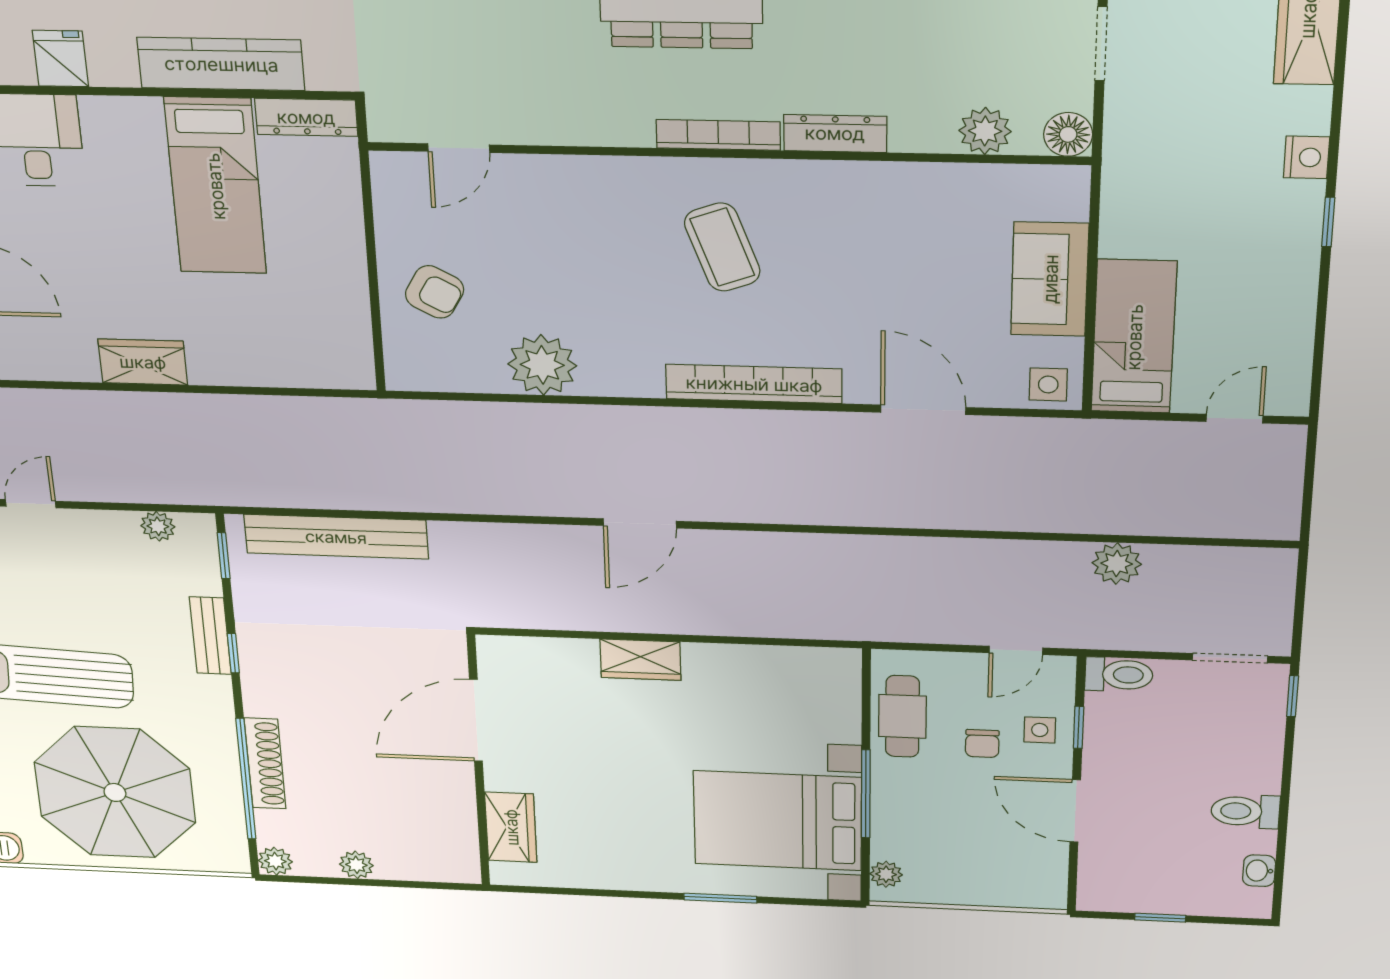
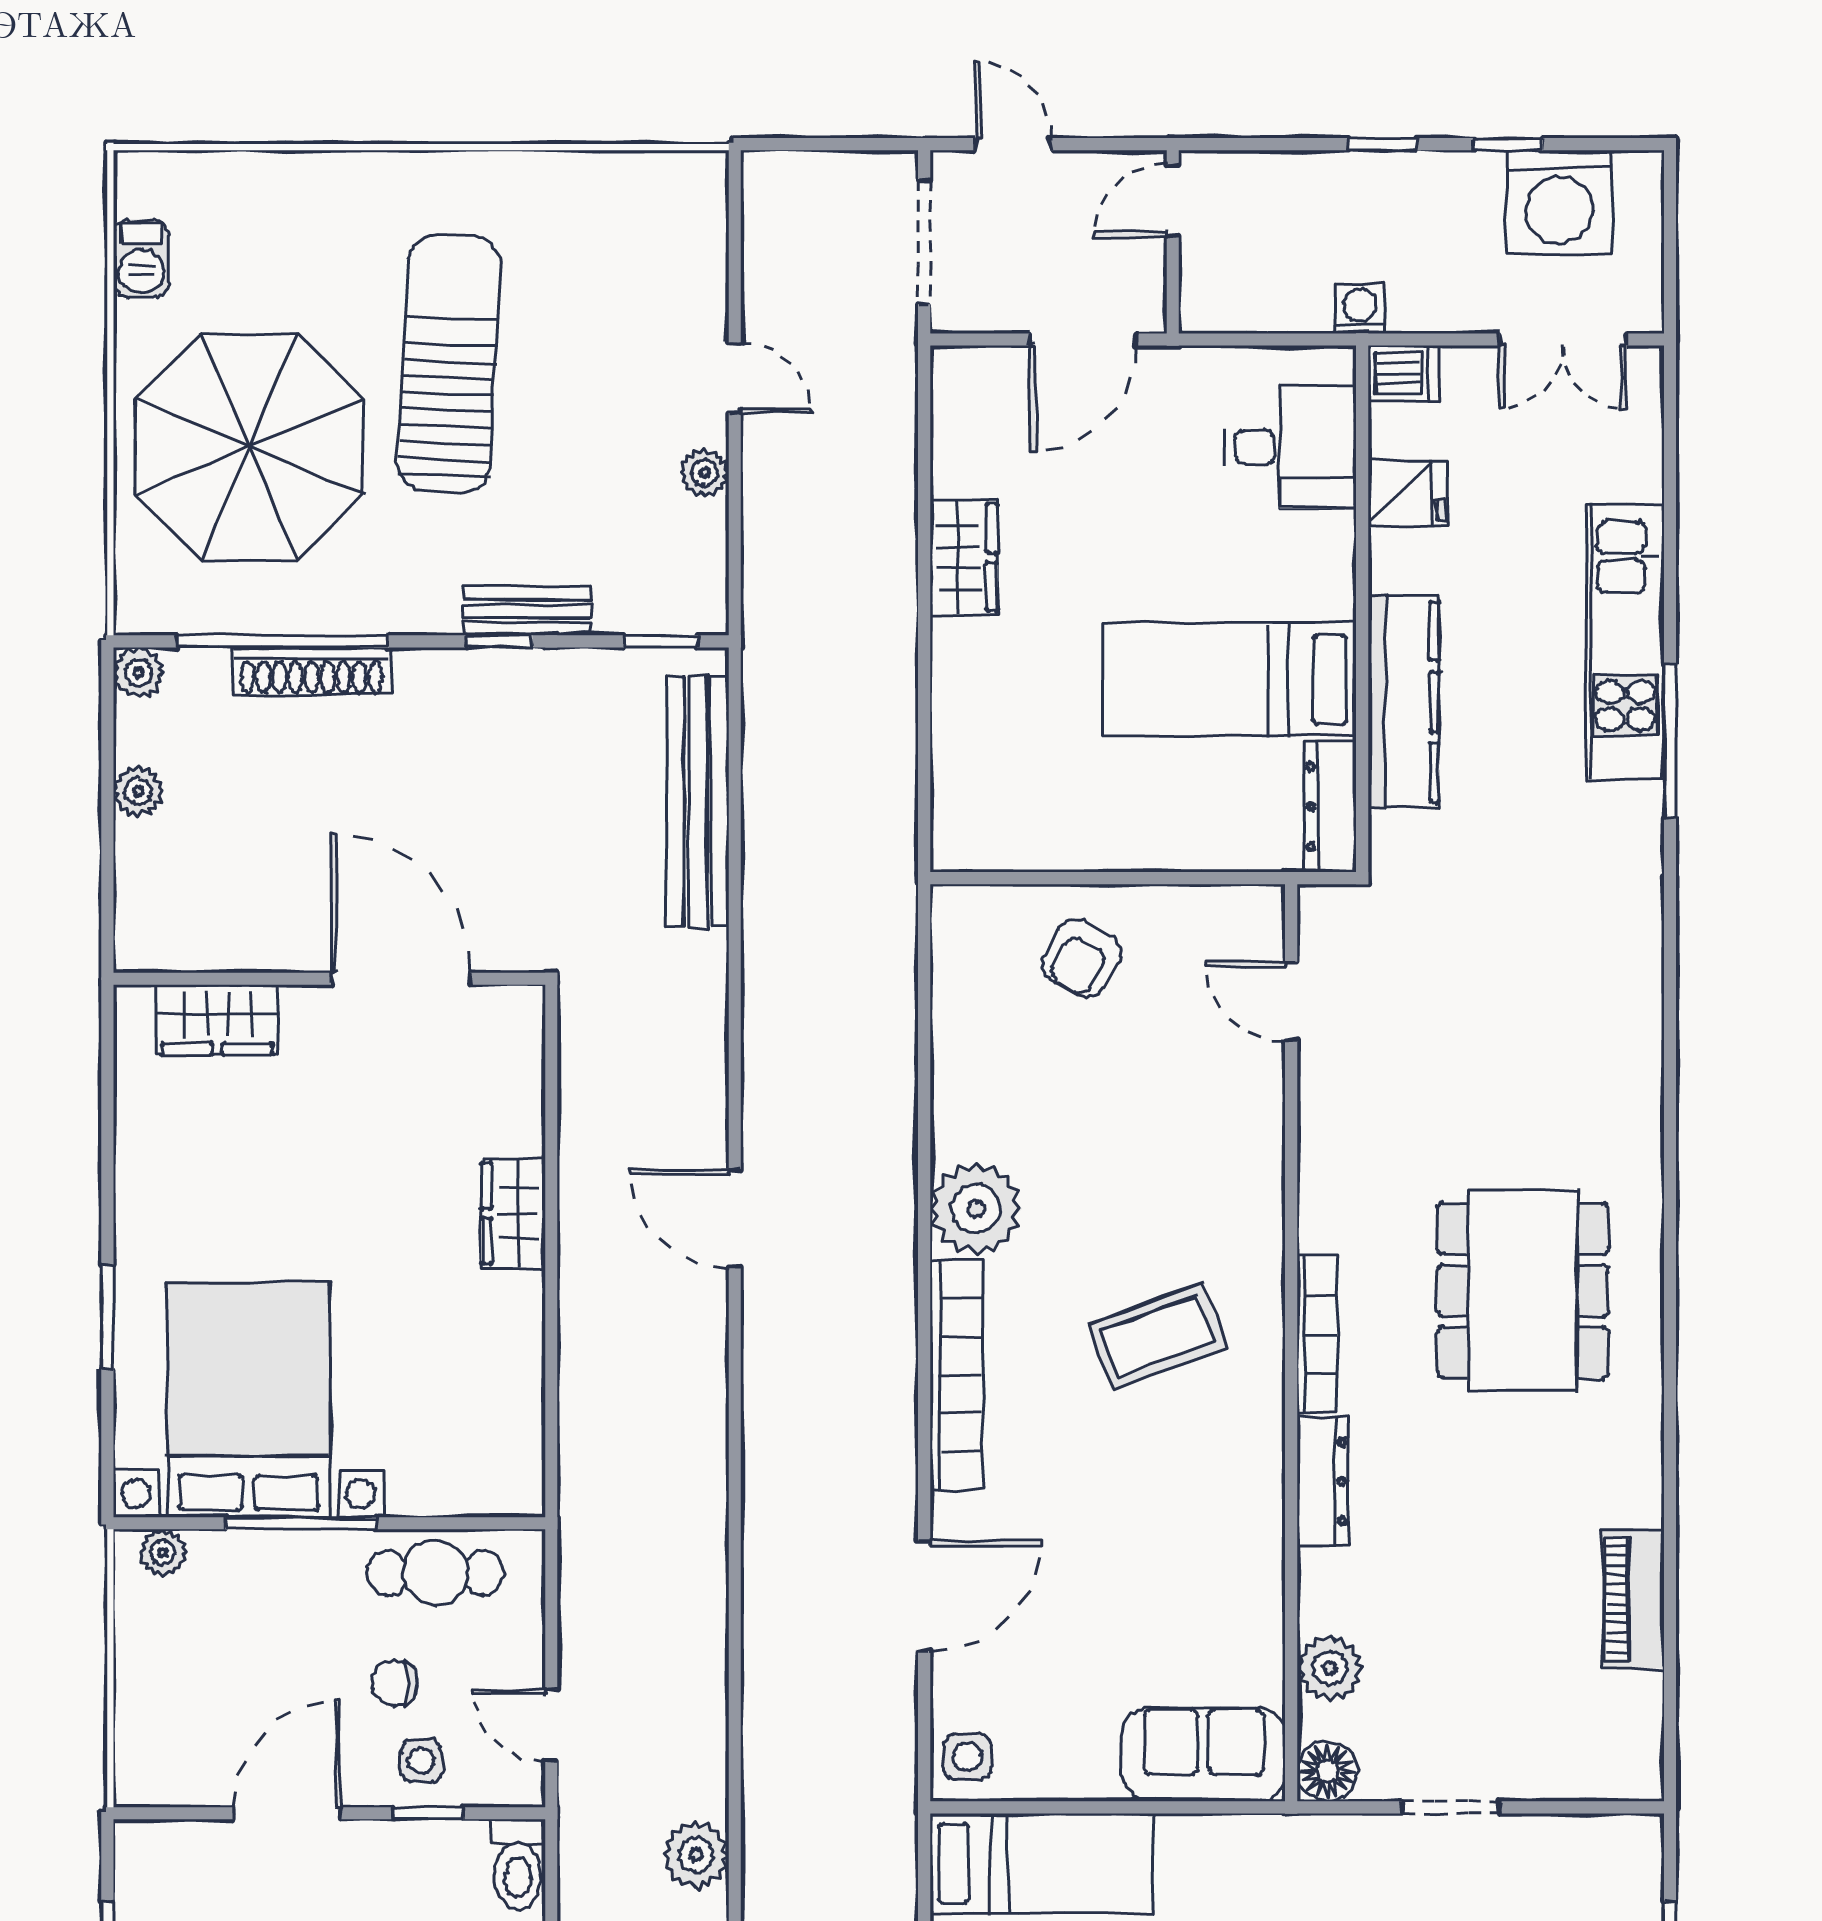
sofa: (1050, 279) -> (1204, 1754), moved
plant: (542, 365) -> (976, 1209), moved
plant: (158, 526) -> (705, 473), moved

